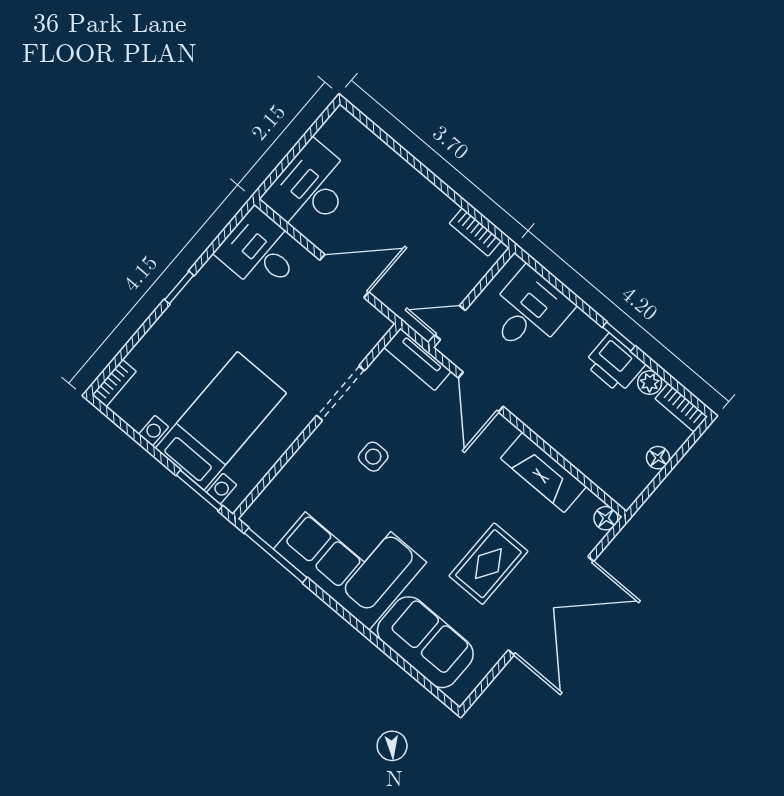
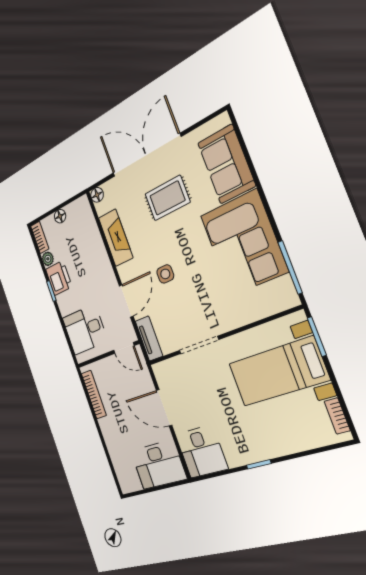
bookcase: (475, 232) -> (94, 394), width x1.56
bookcase: (114, 383) -> (337, 416), moved, turned -90
side table: (373, 457) -> (165, 274), moved

